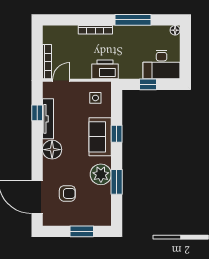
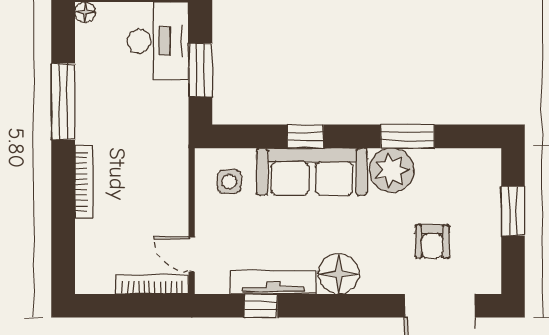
printer: (105, 69) -> (169, 161), removed
window: (148, 84) -> (200, 70), width x1.50
sofa: (100, 137) -> (312, 172), width x1.36
armchair: (67, 193) -> (432, 241), turned 180

